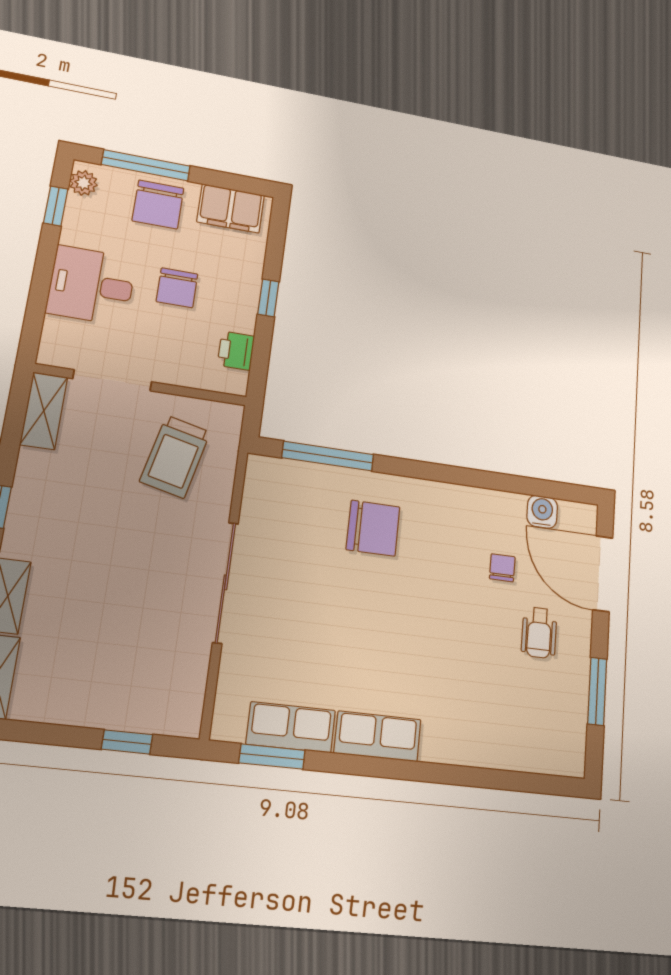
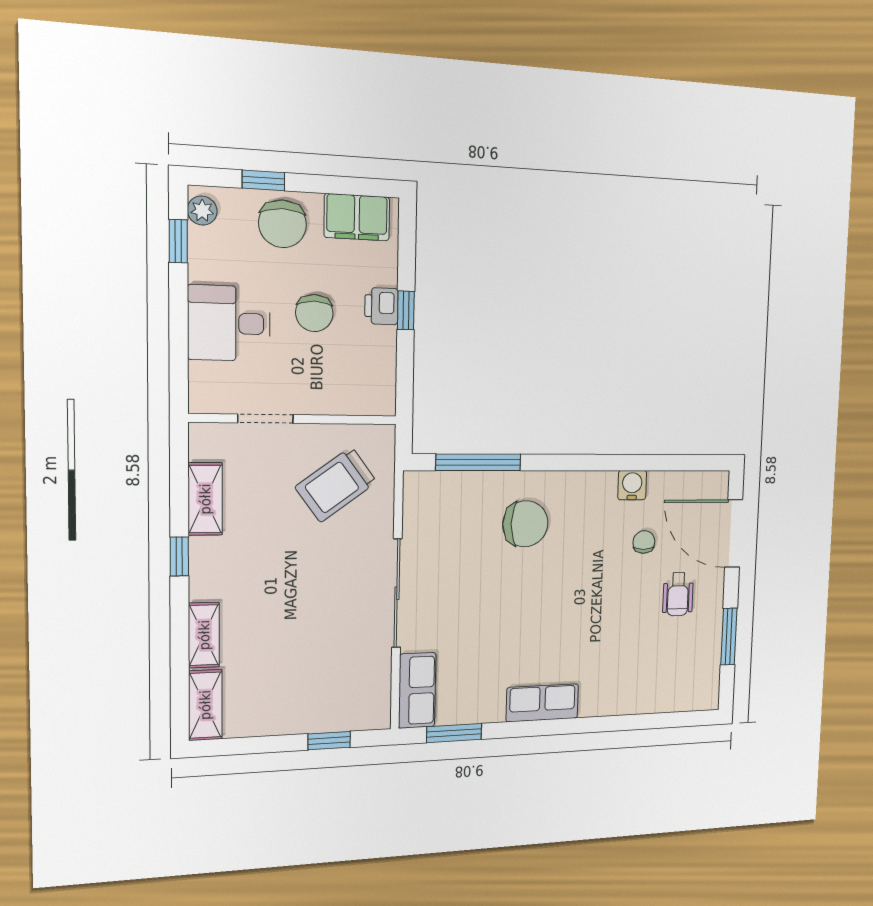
window: (146, 165) -> (263, 180), width x0.46
printer: (236, 351) -> (381, 306), moved
doorway: (112, 380) -> (266, 419), width x0.73
shelving: (44, 411) -> (205, 499), moved
trolley: (175, 457) -> (336, 485), turned 41
water cooler: (542, 512) -> (632, 485), moved
row of seats: (291, 727) -> (417, 690), moved, turned 90

